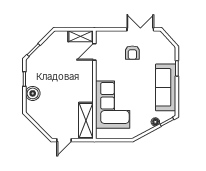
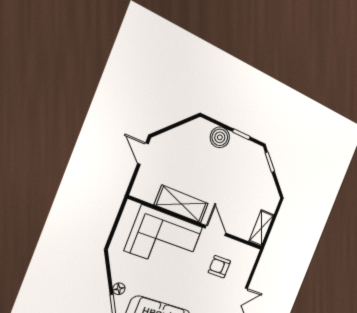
door: (94, 52) -> (216, 230), moved
armchair: (132, 53) -> (219, 267), moved
shelving: (86, 121) -> (181, 204), moved

